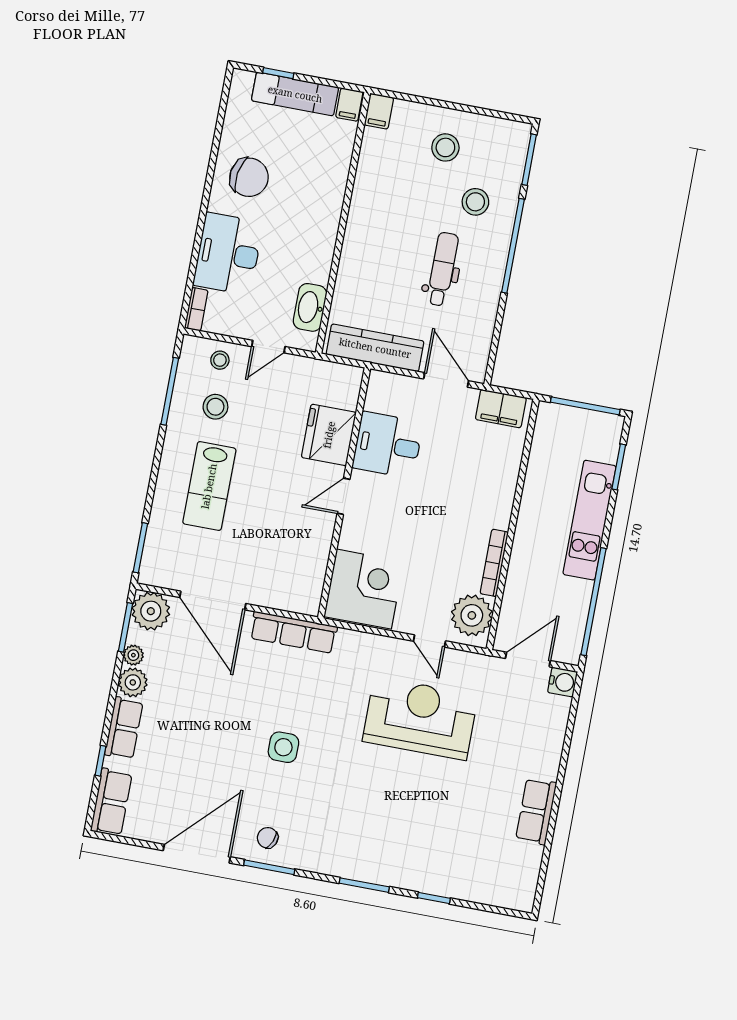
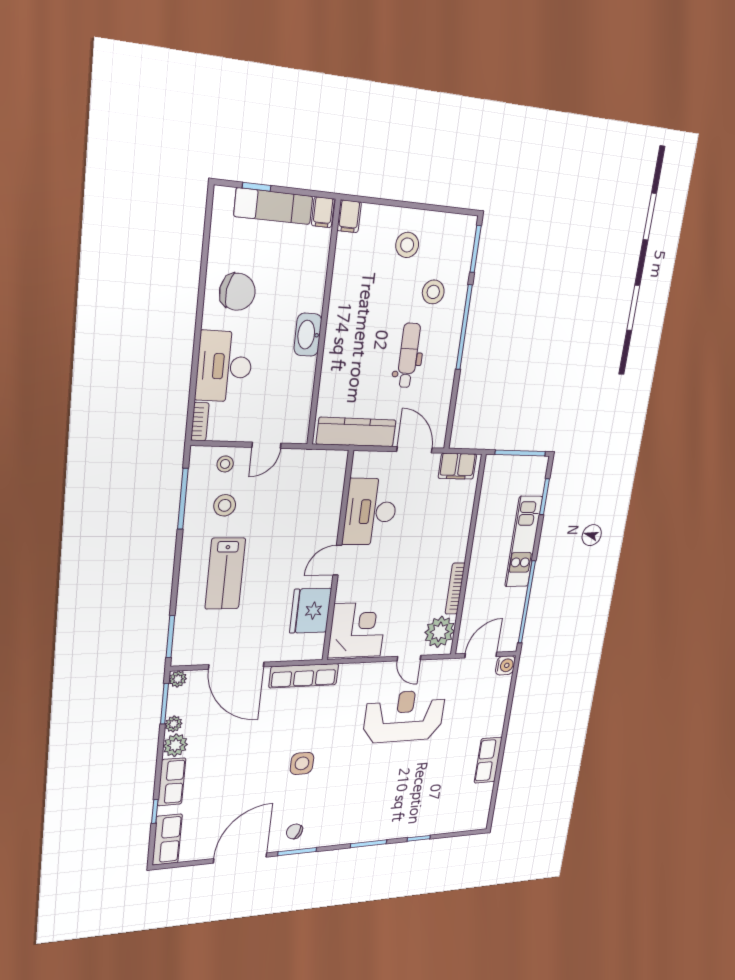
washbasin: (310, 307) -> (308, 335), moved
fridge: (329, 435) -> (311, 611), moved
desk: (388, 445) -> (370, 512), width x1.37
plant: (151, 611) -> (178, 679), width x0.53, depth x0.53

